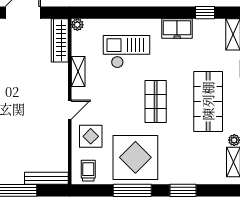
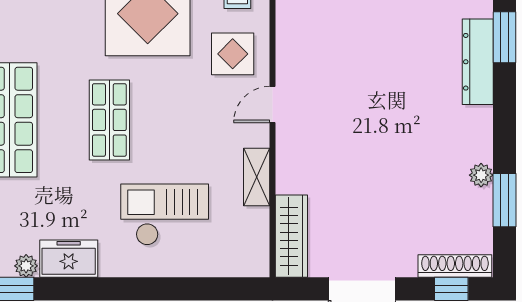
plant: (77, 25) -> (26, 266), moved
checkout: (127, 52) -> (165, 215), turned 180

